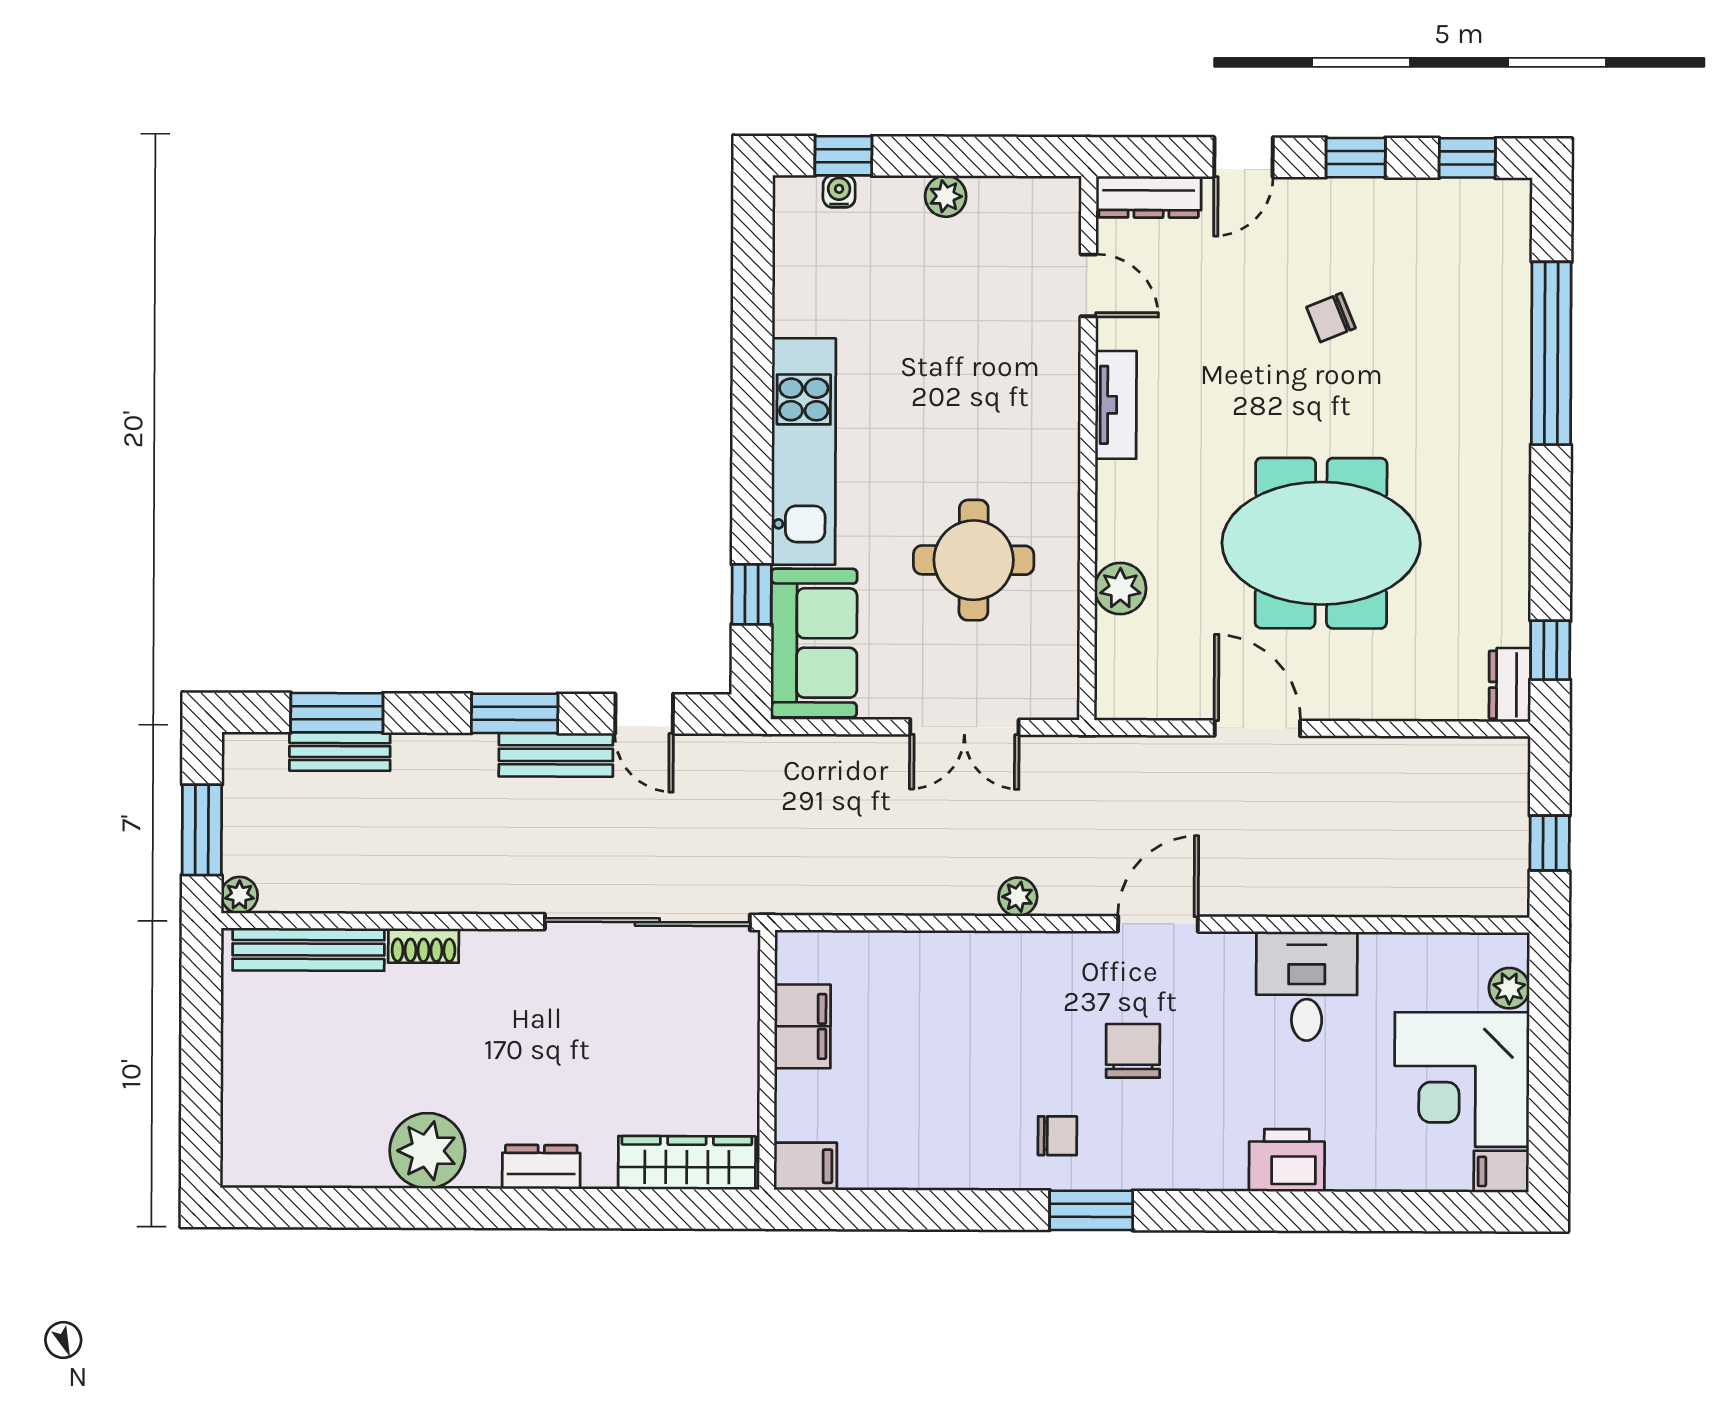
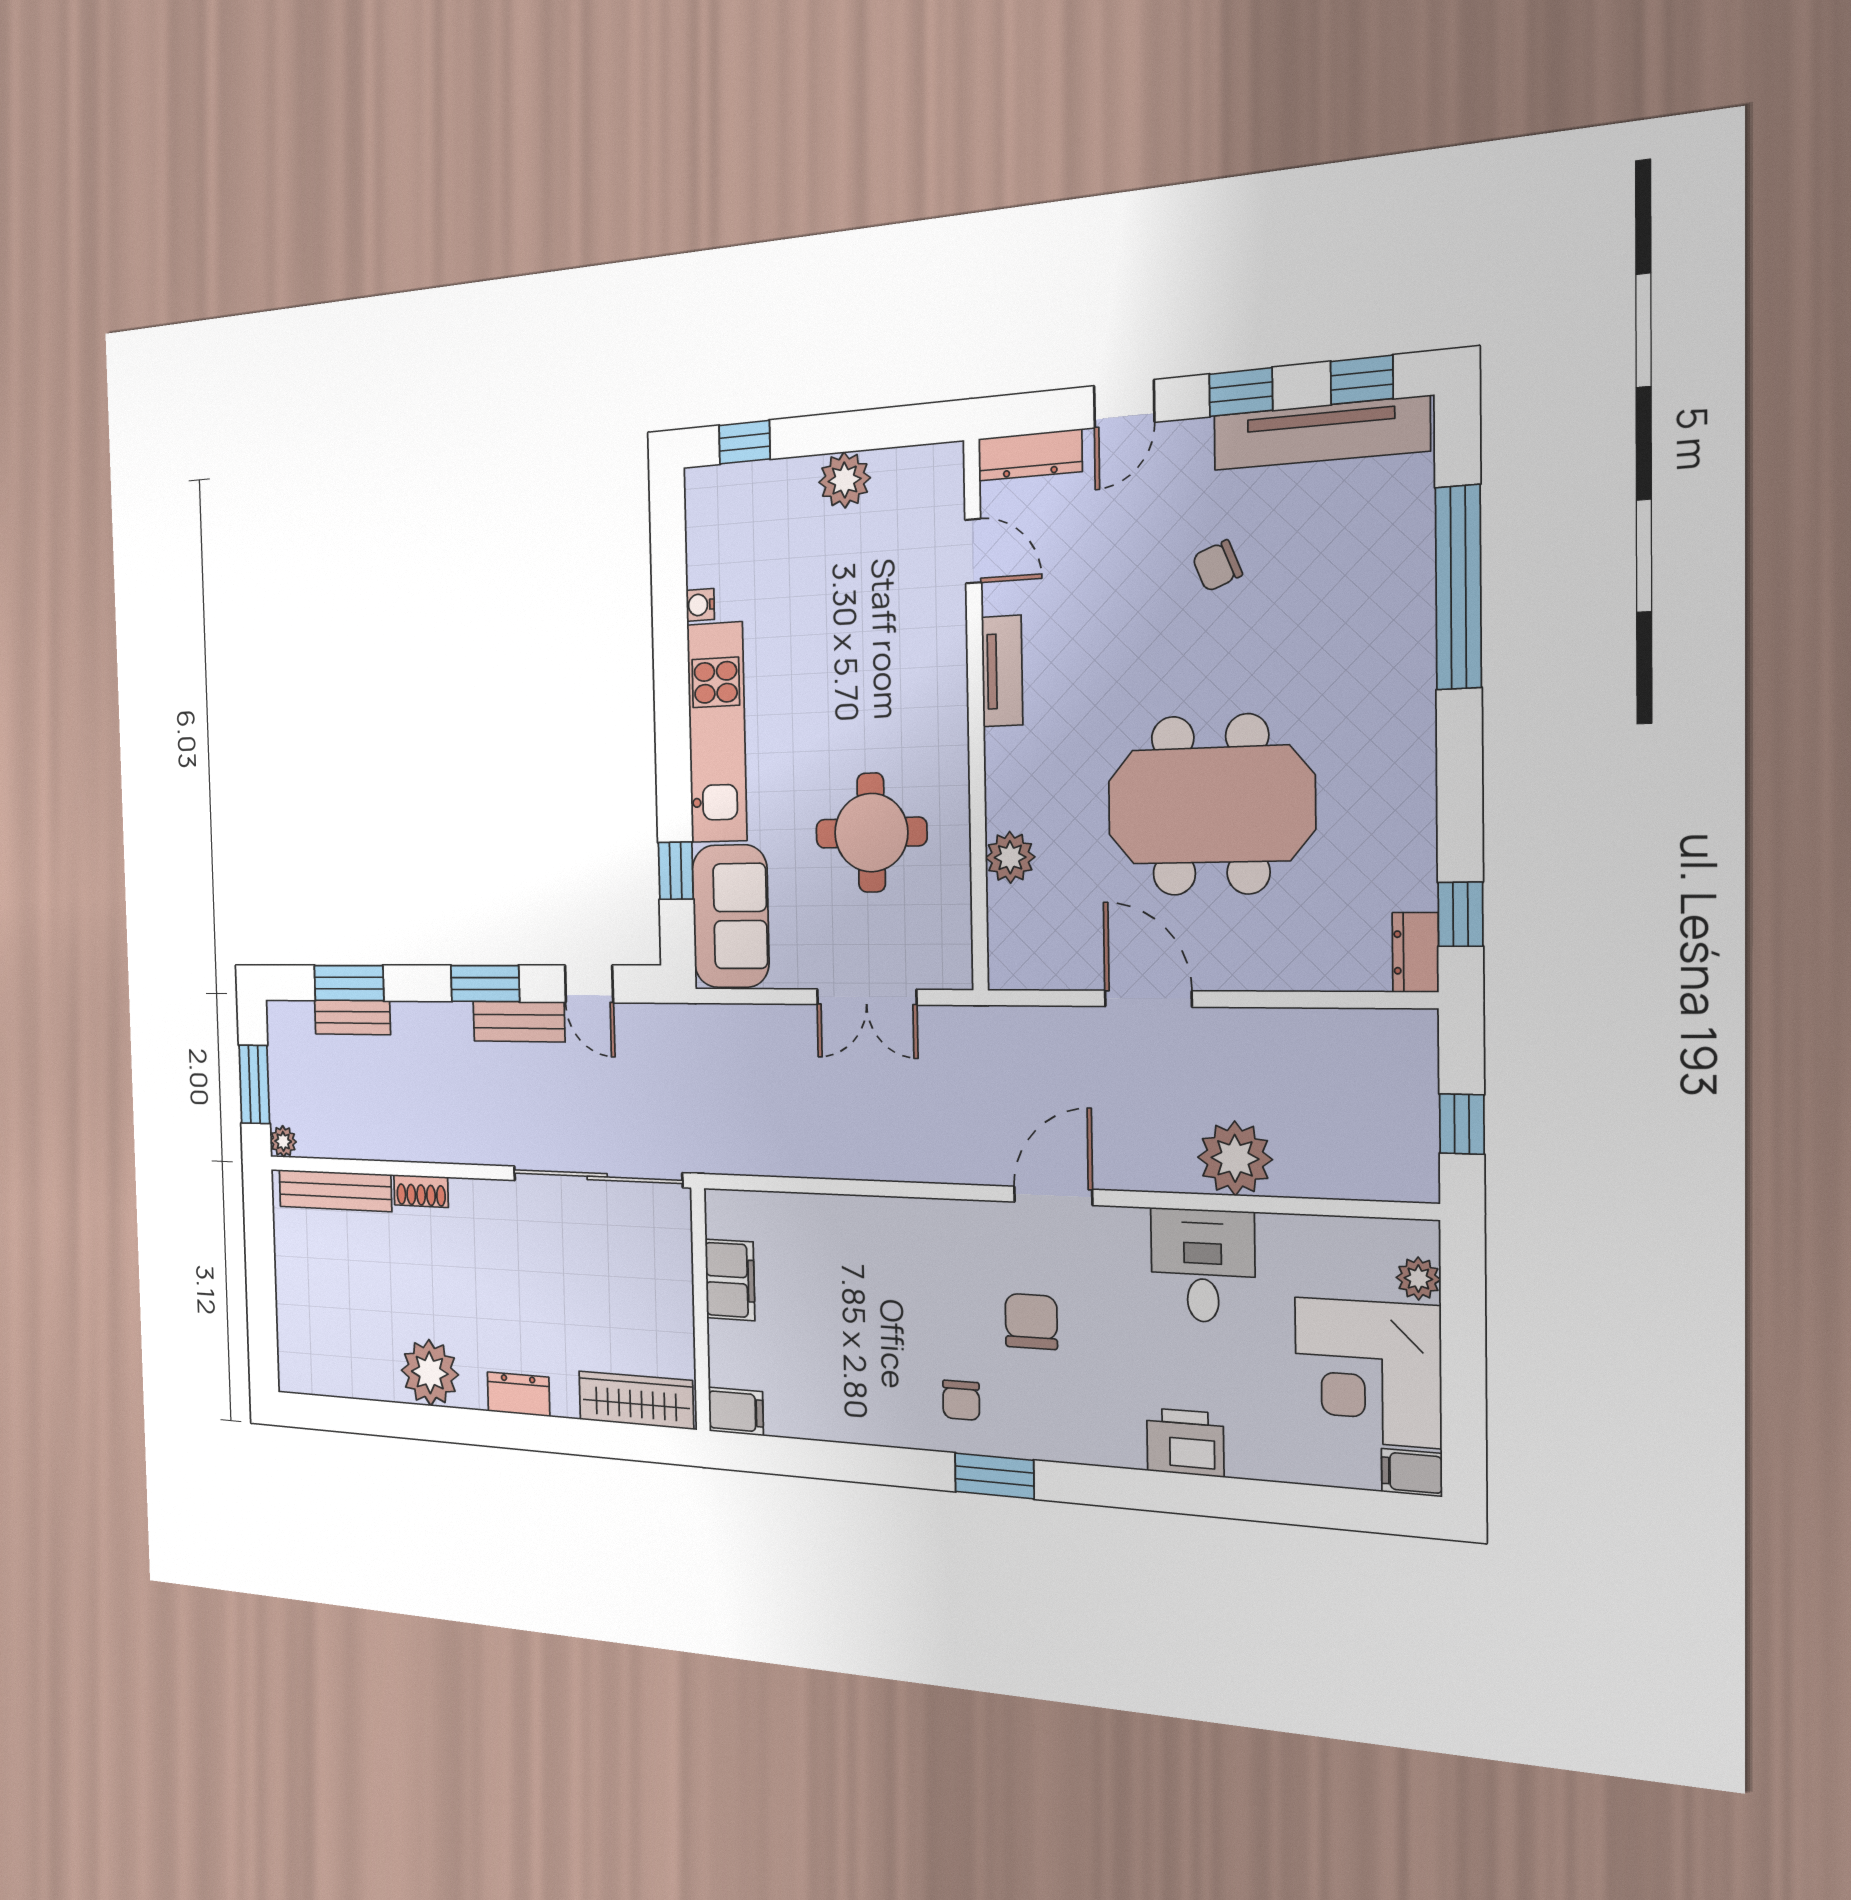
water cooler: (839, 191) -> (700, 605), moved, turned -90
plant: (946, 196) -> (845, 480), width x1.38, depth x1.38
tv unit: (1429, 203) -> (1320, 433), added
plant: (1018, 897) -> (1235, 1158), moved, width x1.88, depth x1.88
chair: (1057, 1136) -> (961, 1400), turned 90

